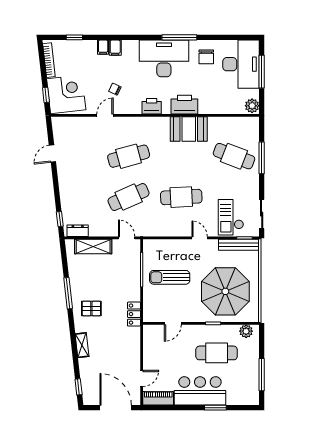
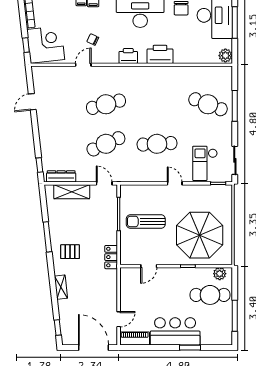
booth: (189, 129) -> (164, 78), removed
dresser: (78, 231) -> (61, 176), width x1.44
bench: (239, 245) -> (213, 190), removed
cafe table: (217, 353) -> (210, 295), moved

